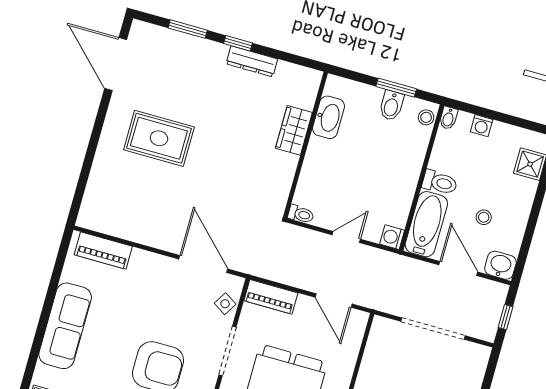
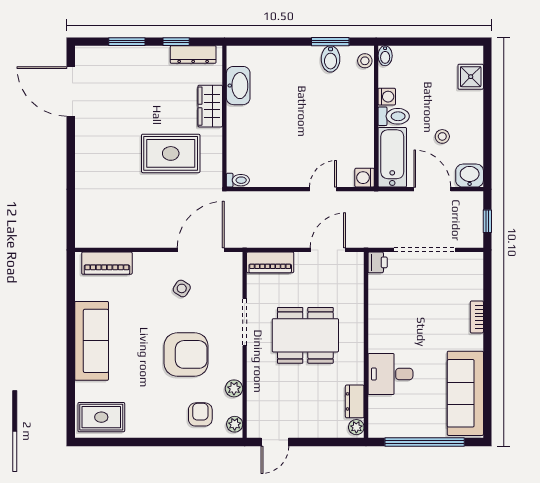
washbasin: (328, 117) -> (238, 86), moved
washing machine: (482, 126) -> (387, 97), moved, turned -90
wardrobe: (294, 130) -> (210, 106), moved
rug: (159, 138) -> (171, 153), moved
wall: (305, 145) -> (224, 116), moved
toilet: (301, 214) -> (238, 180), moved
door: (203, 264) -> (201, 250), hinge flipped
door: (334, 301) -> (328, 250), swing flipped
side table: (225, 304) -> (182, 288), moved
printer: (381, 328) -> (378, 262), added

